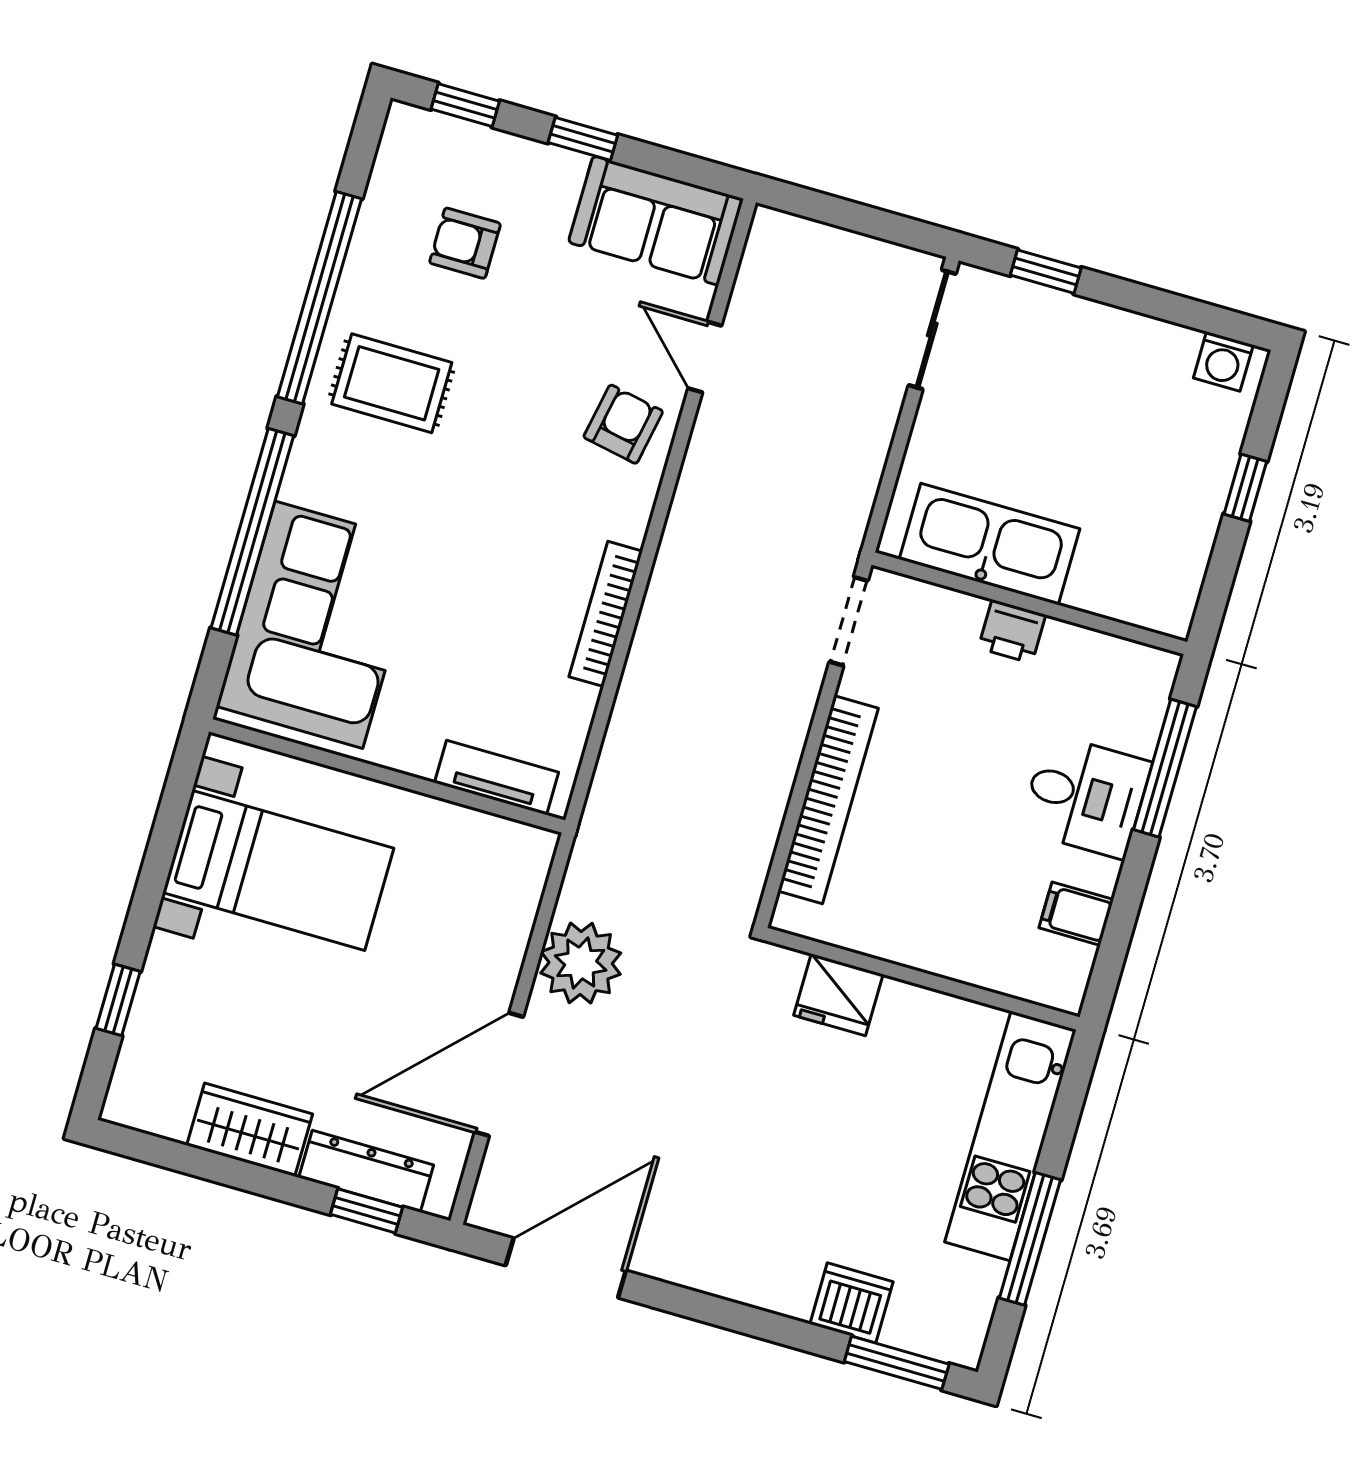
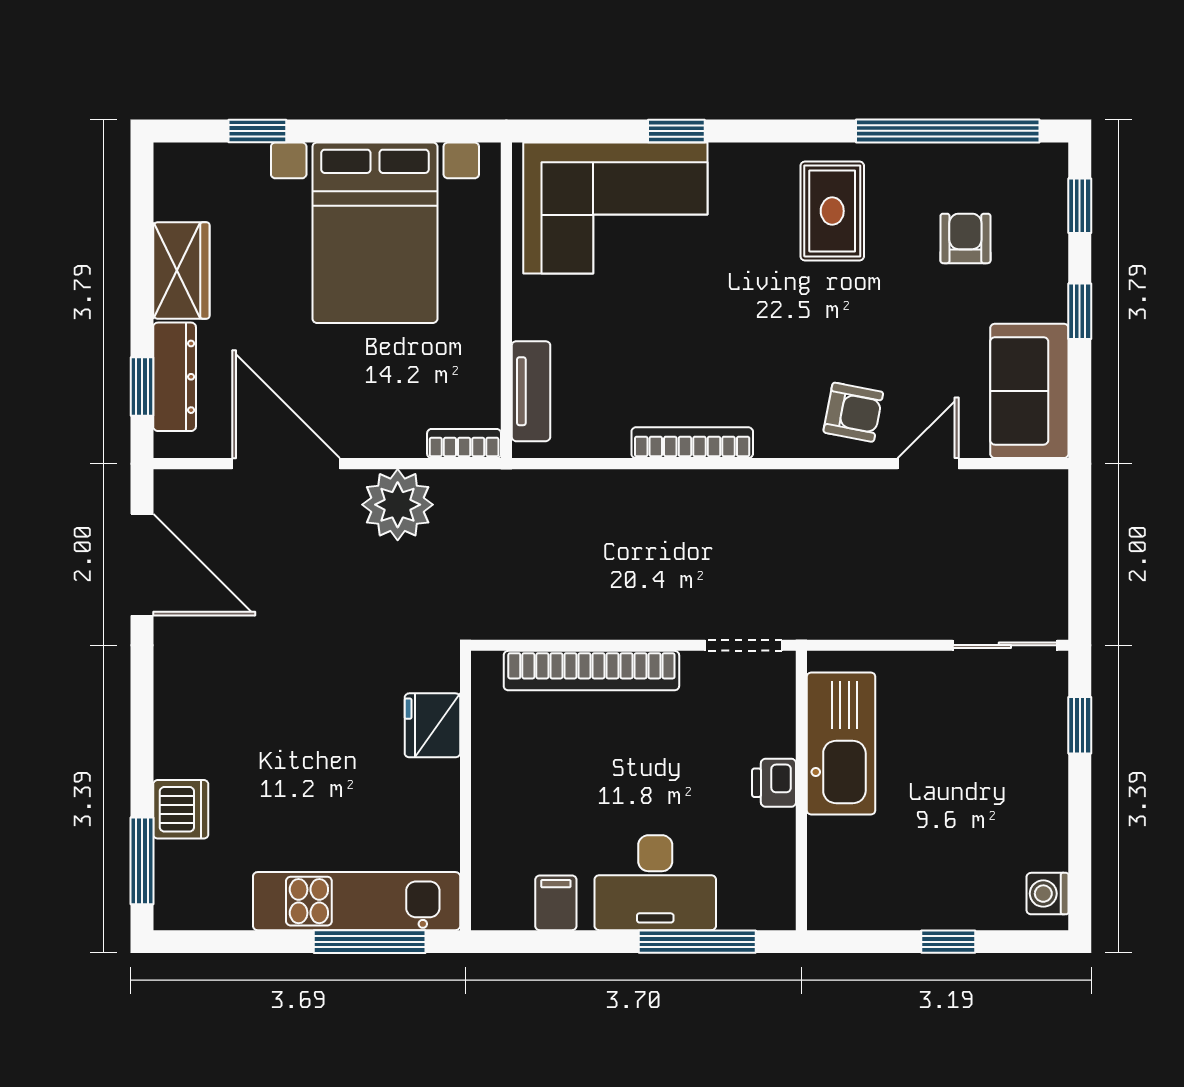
window: (319, 298) -> (948, 131), moved
window: (252, 532) -> (676, 131), width x0.32
desk: (1086, 796) -> (655, 883), width x1.37
bookcase: (534, 869) -> (464, 444), added
bed with nightstands: (278, 870) -> (375, 233), width x1.36
window: (1030, 1239) -> (370, 942), moved

